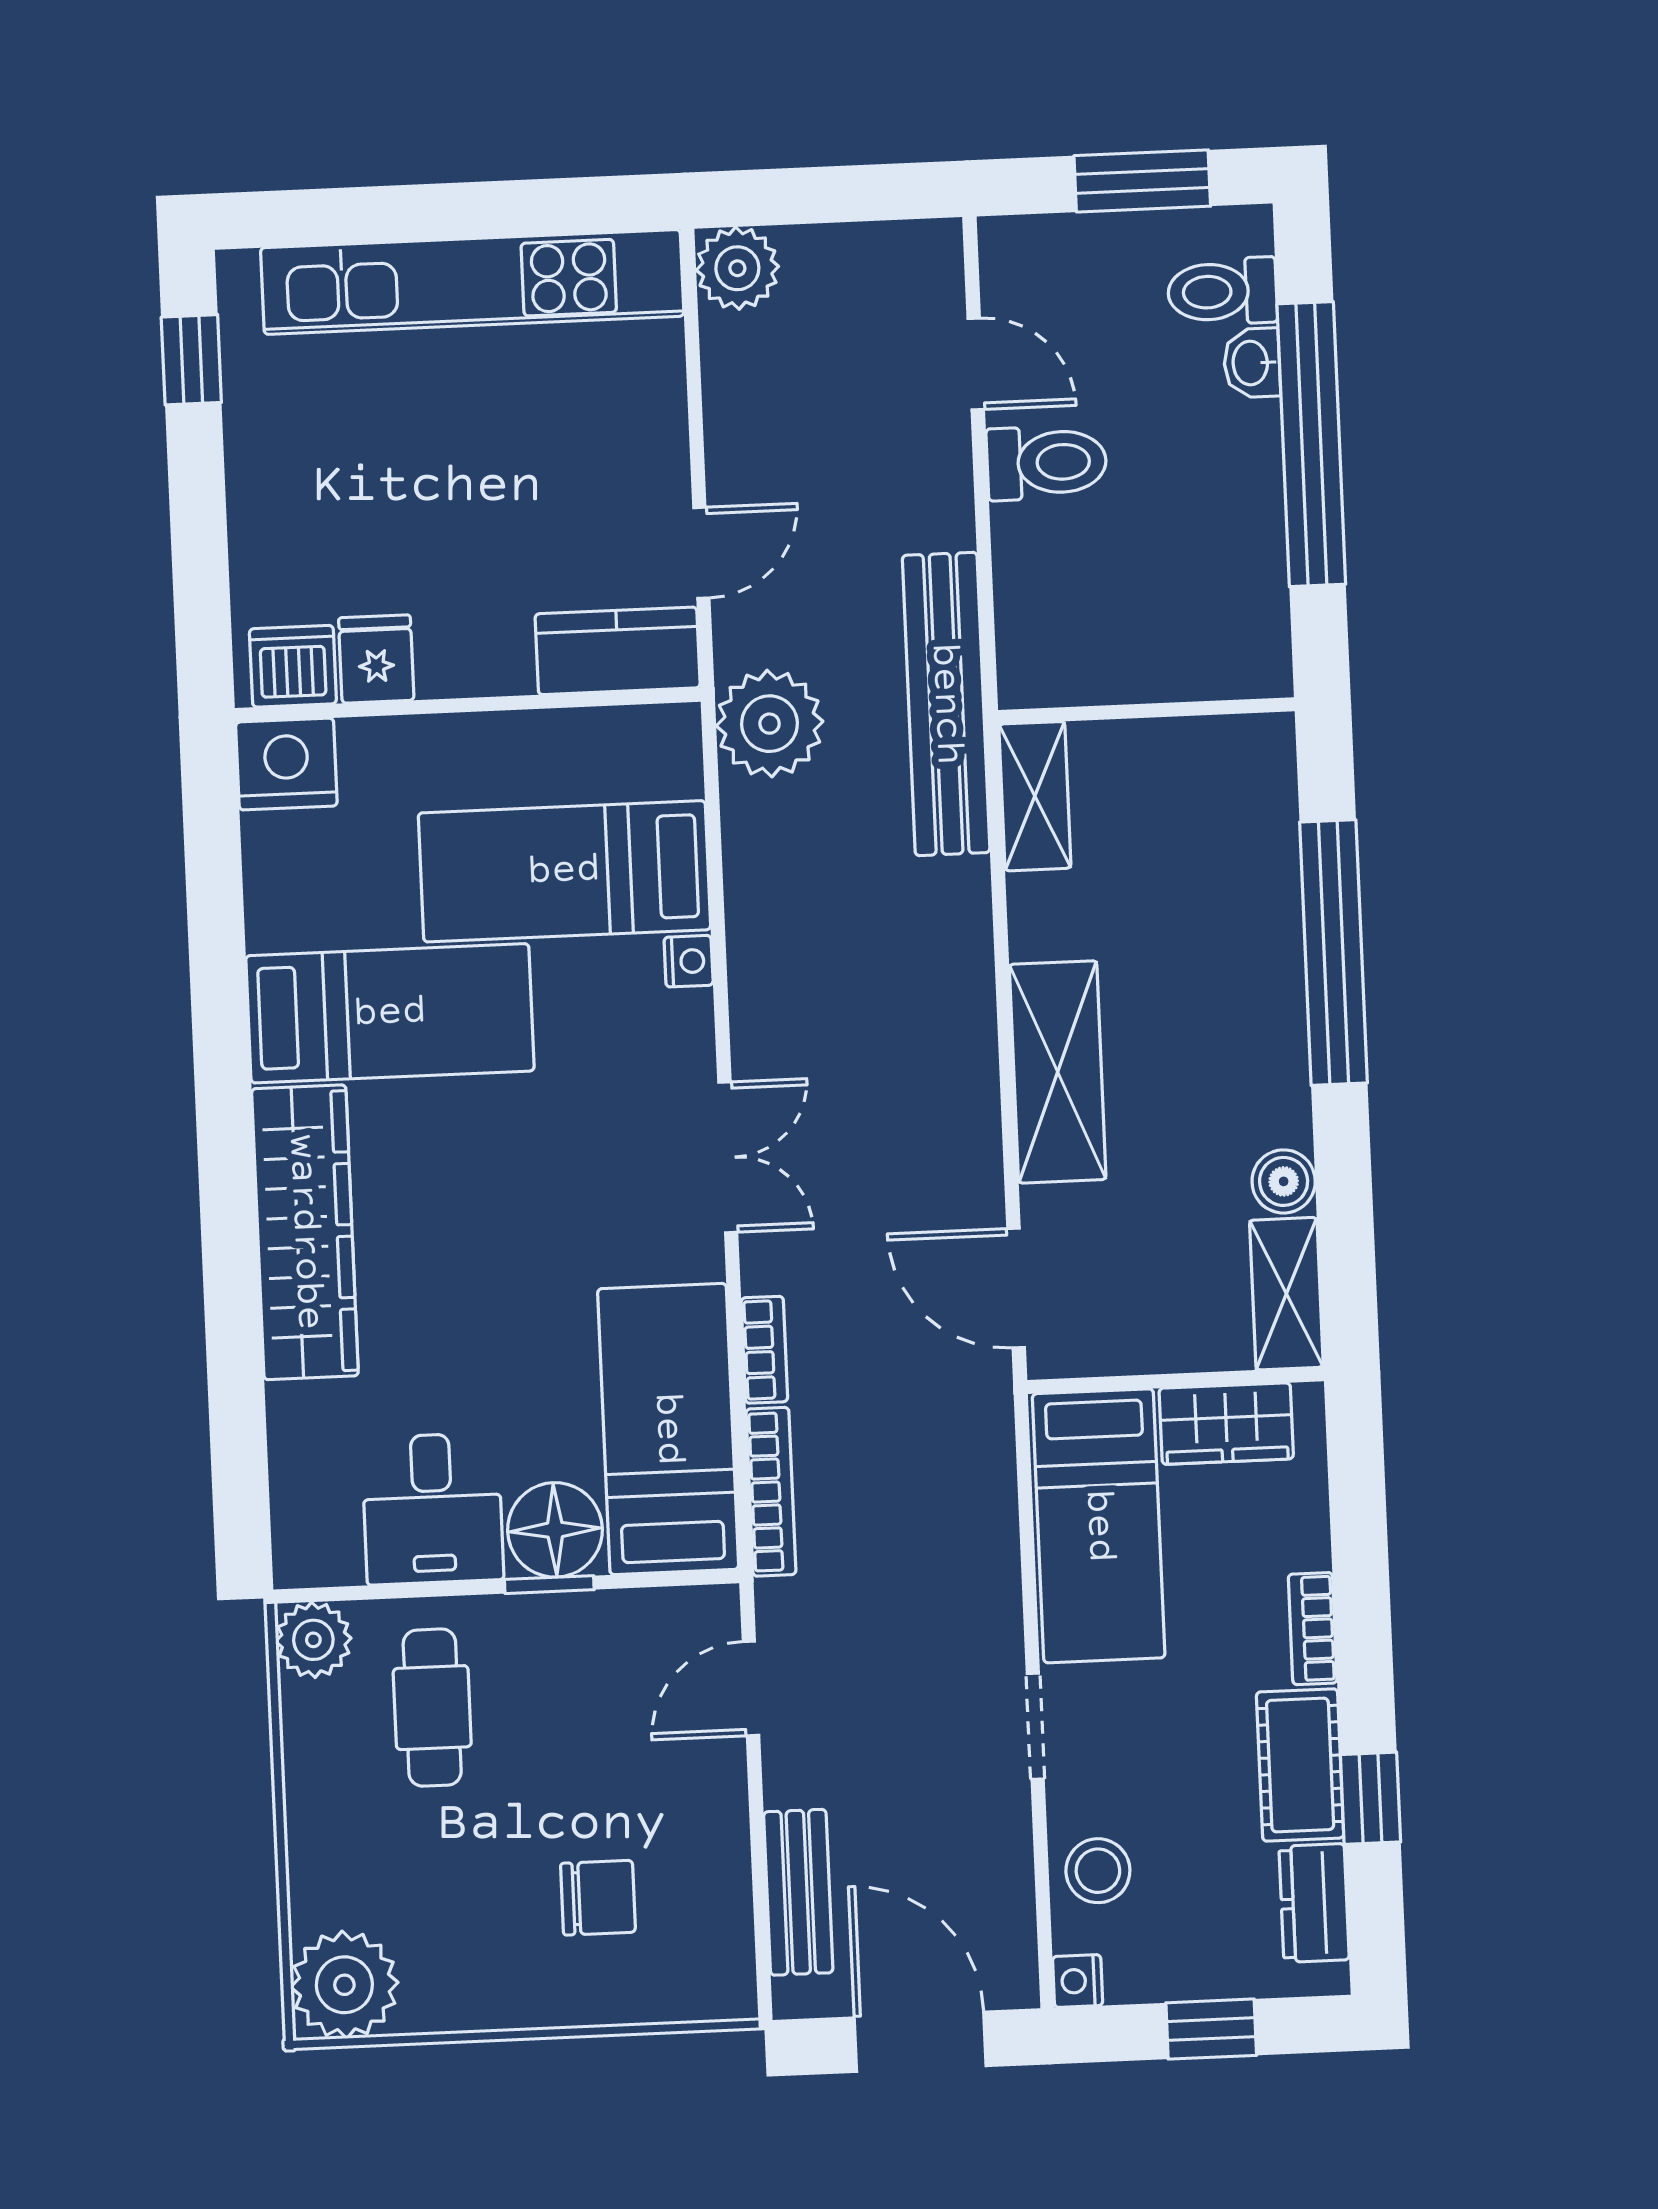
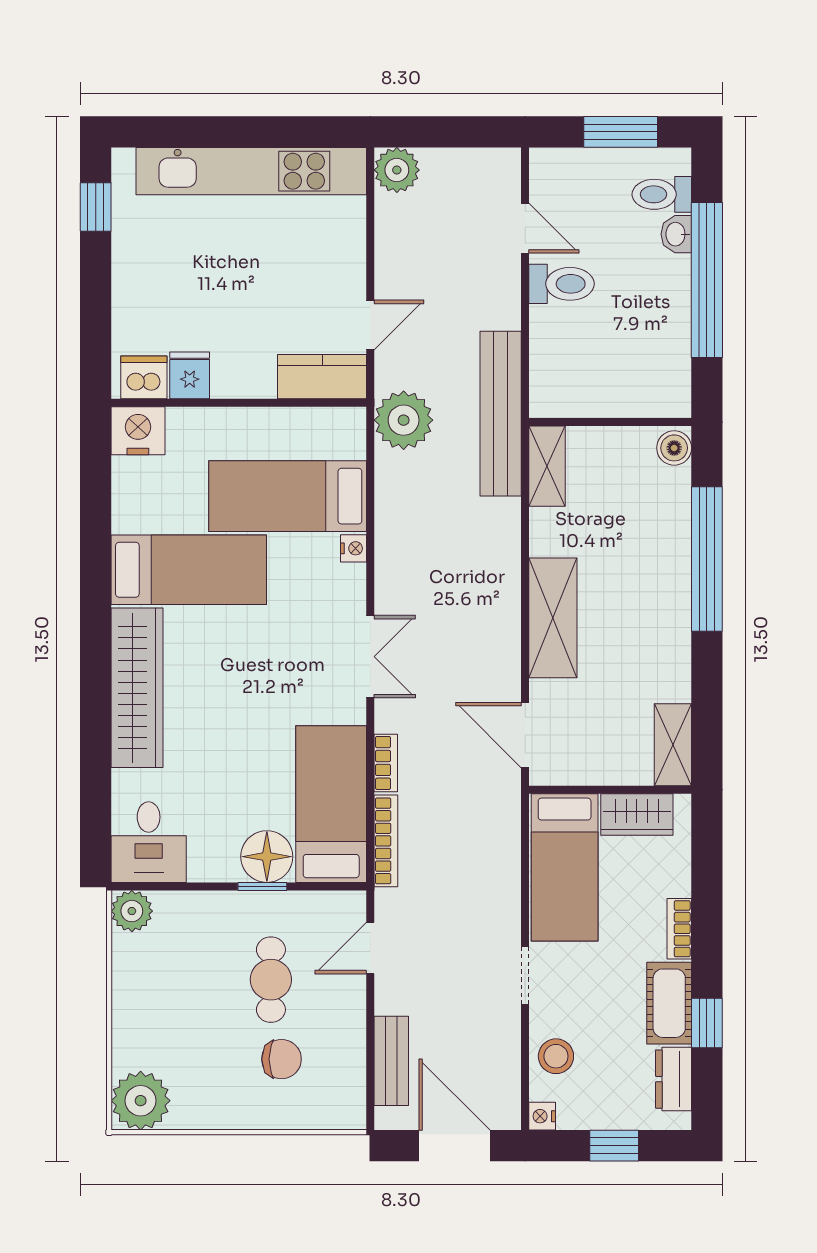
boiler: (1284, 1181) -> (674, 448), moved
desk: (433, 1509) -> (149, 842), moved
cafe table: (432, 1708) -> (271, 980), moved

